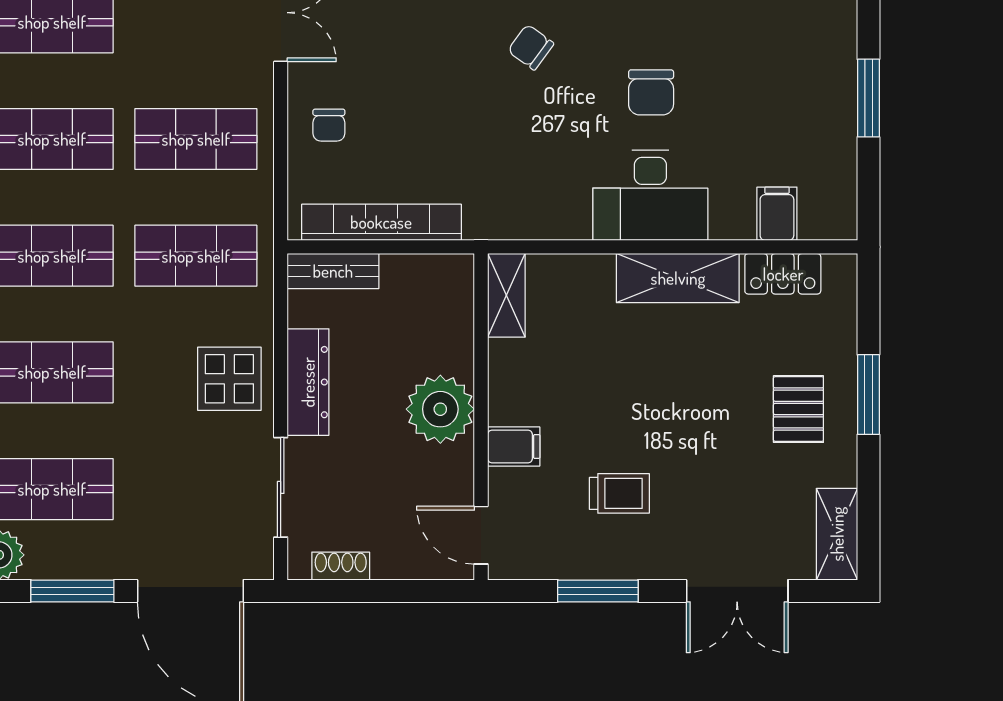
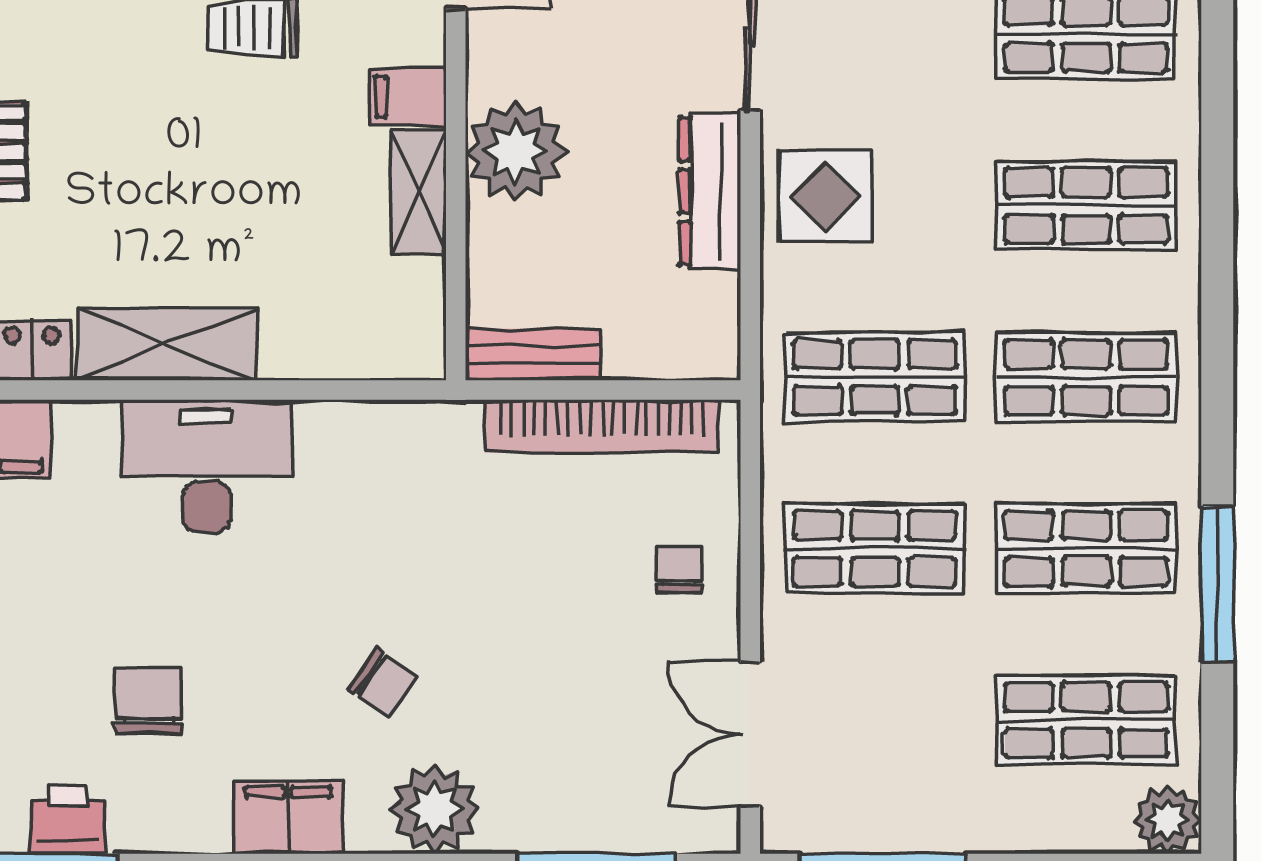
chair: (651, 92) -> (149, 701), moved
bench: (333, 271) -> (533, 355), moved
shelving: (506, 295) -> (419, 192), moved

